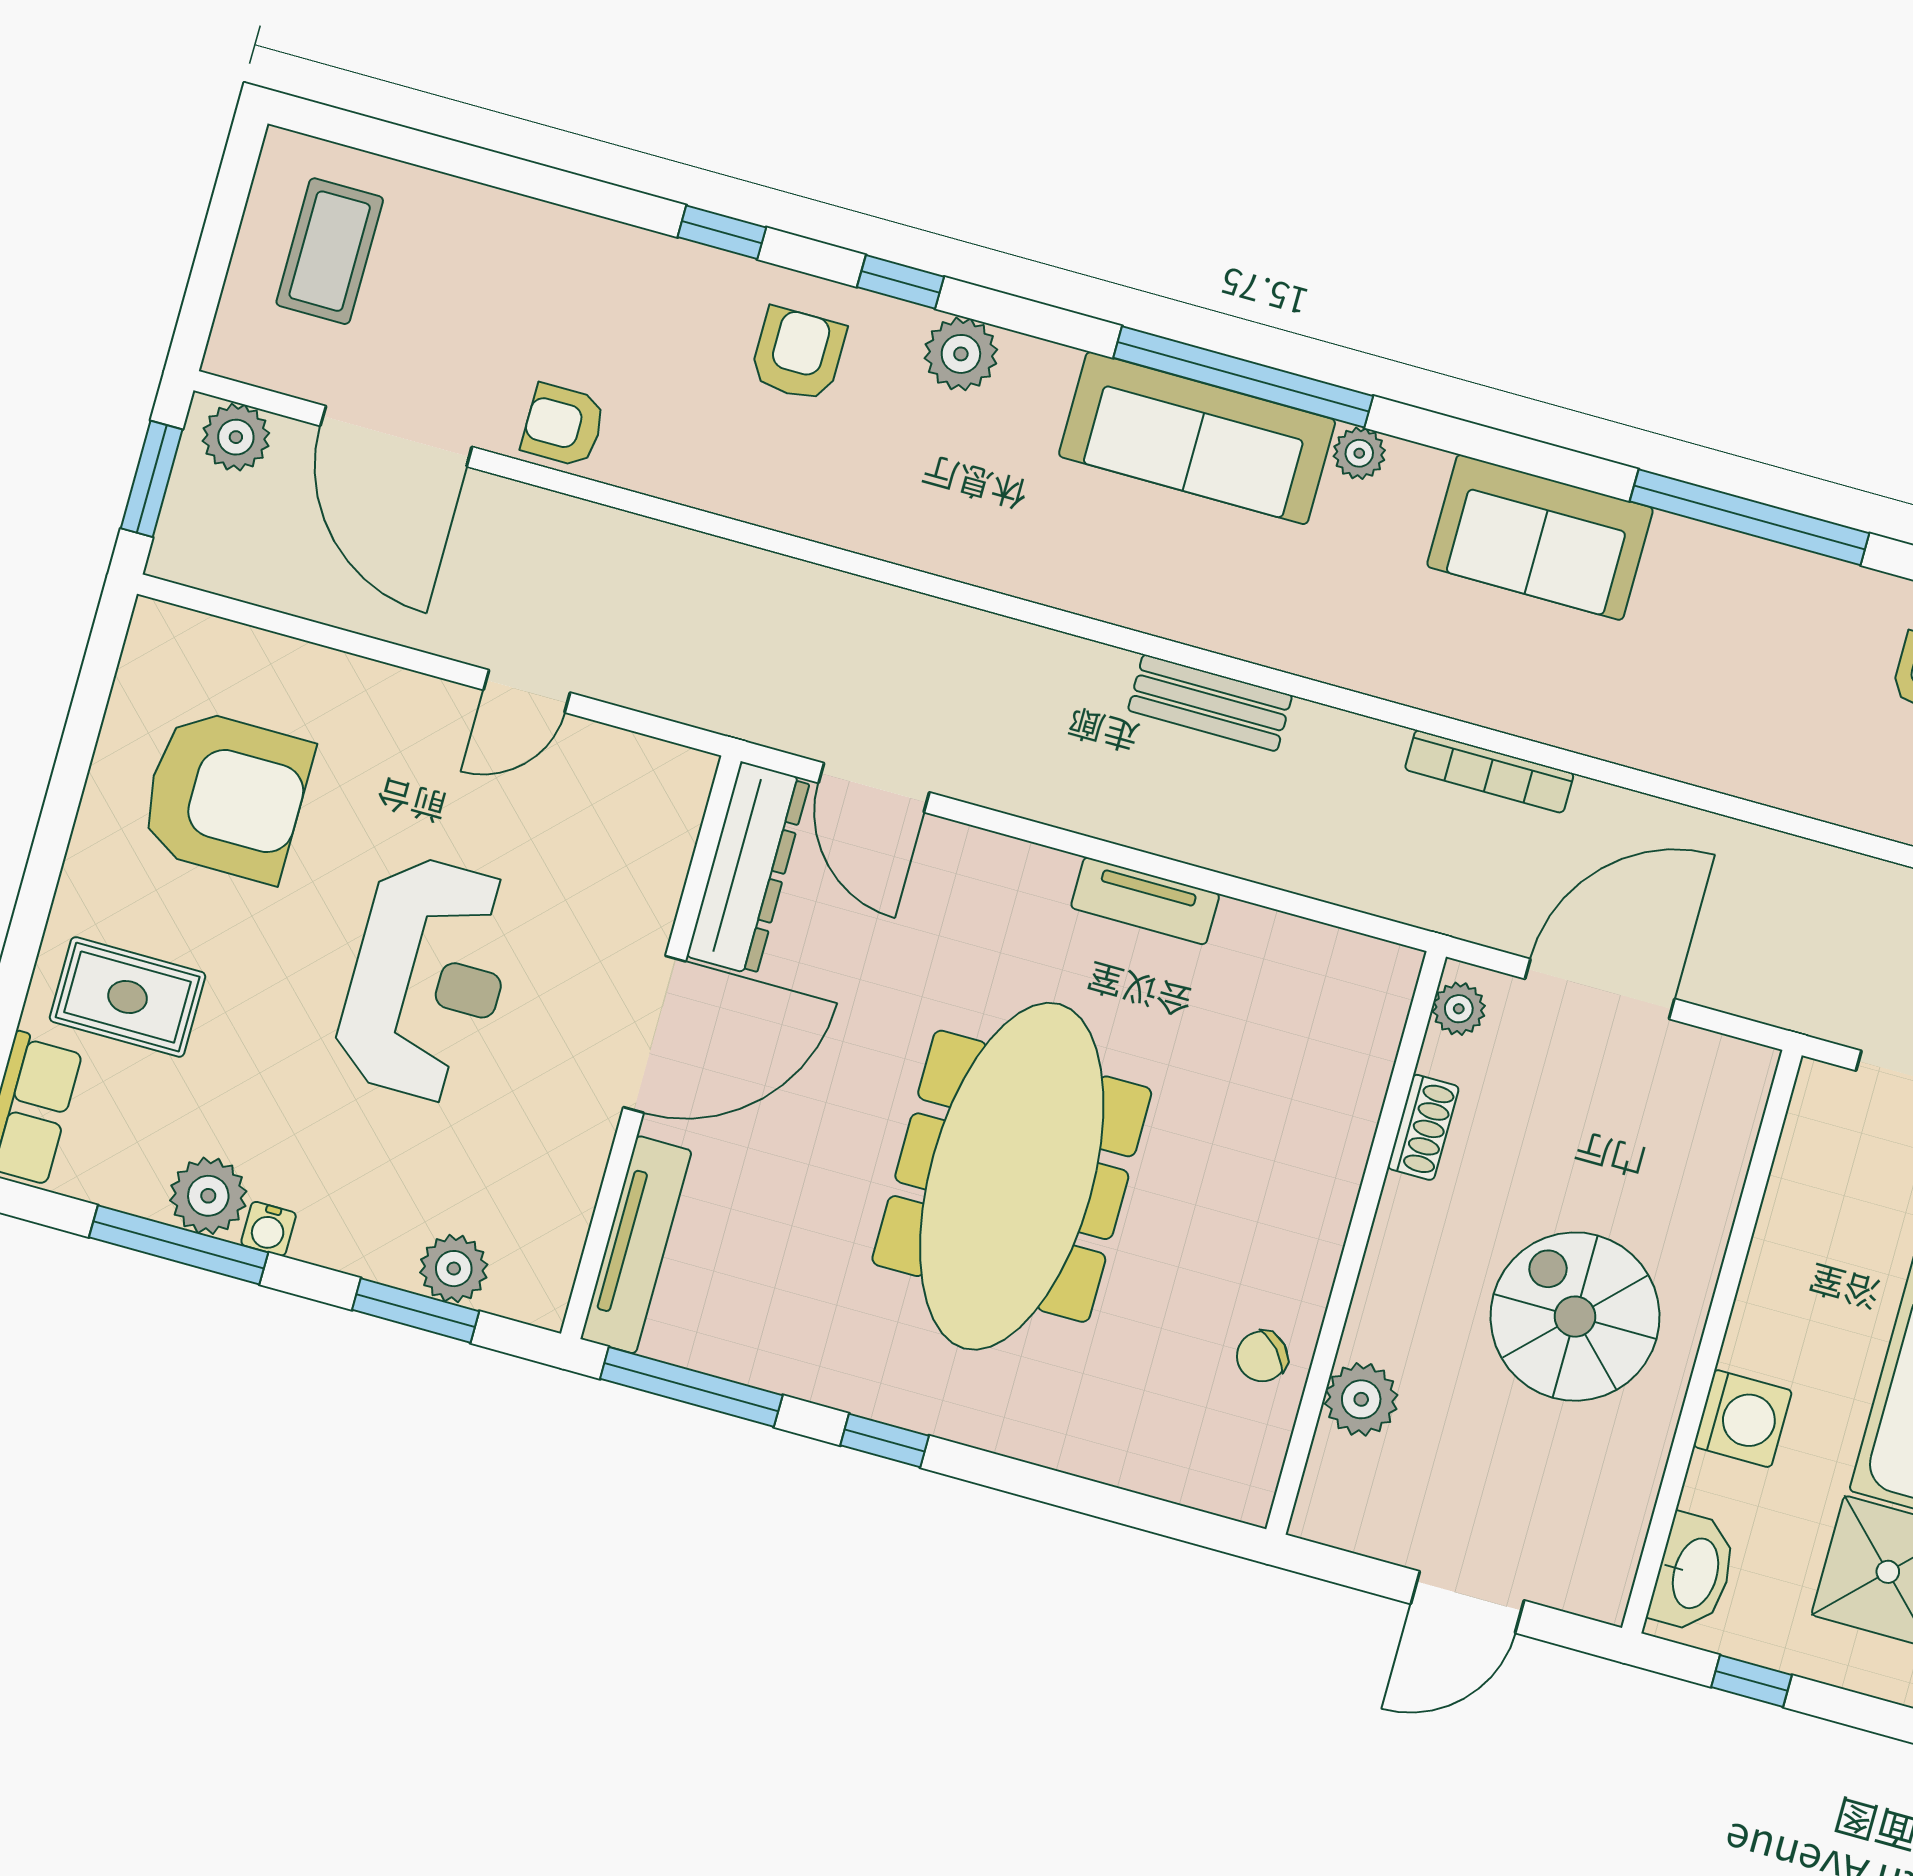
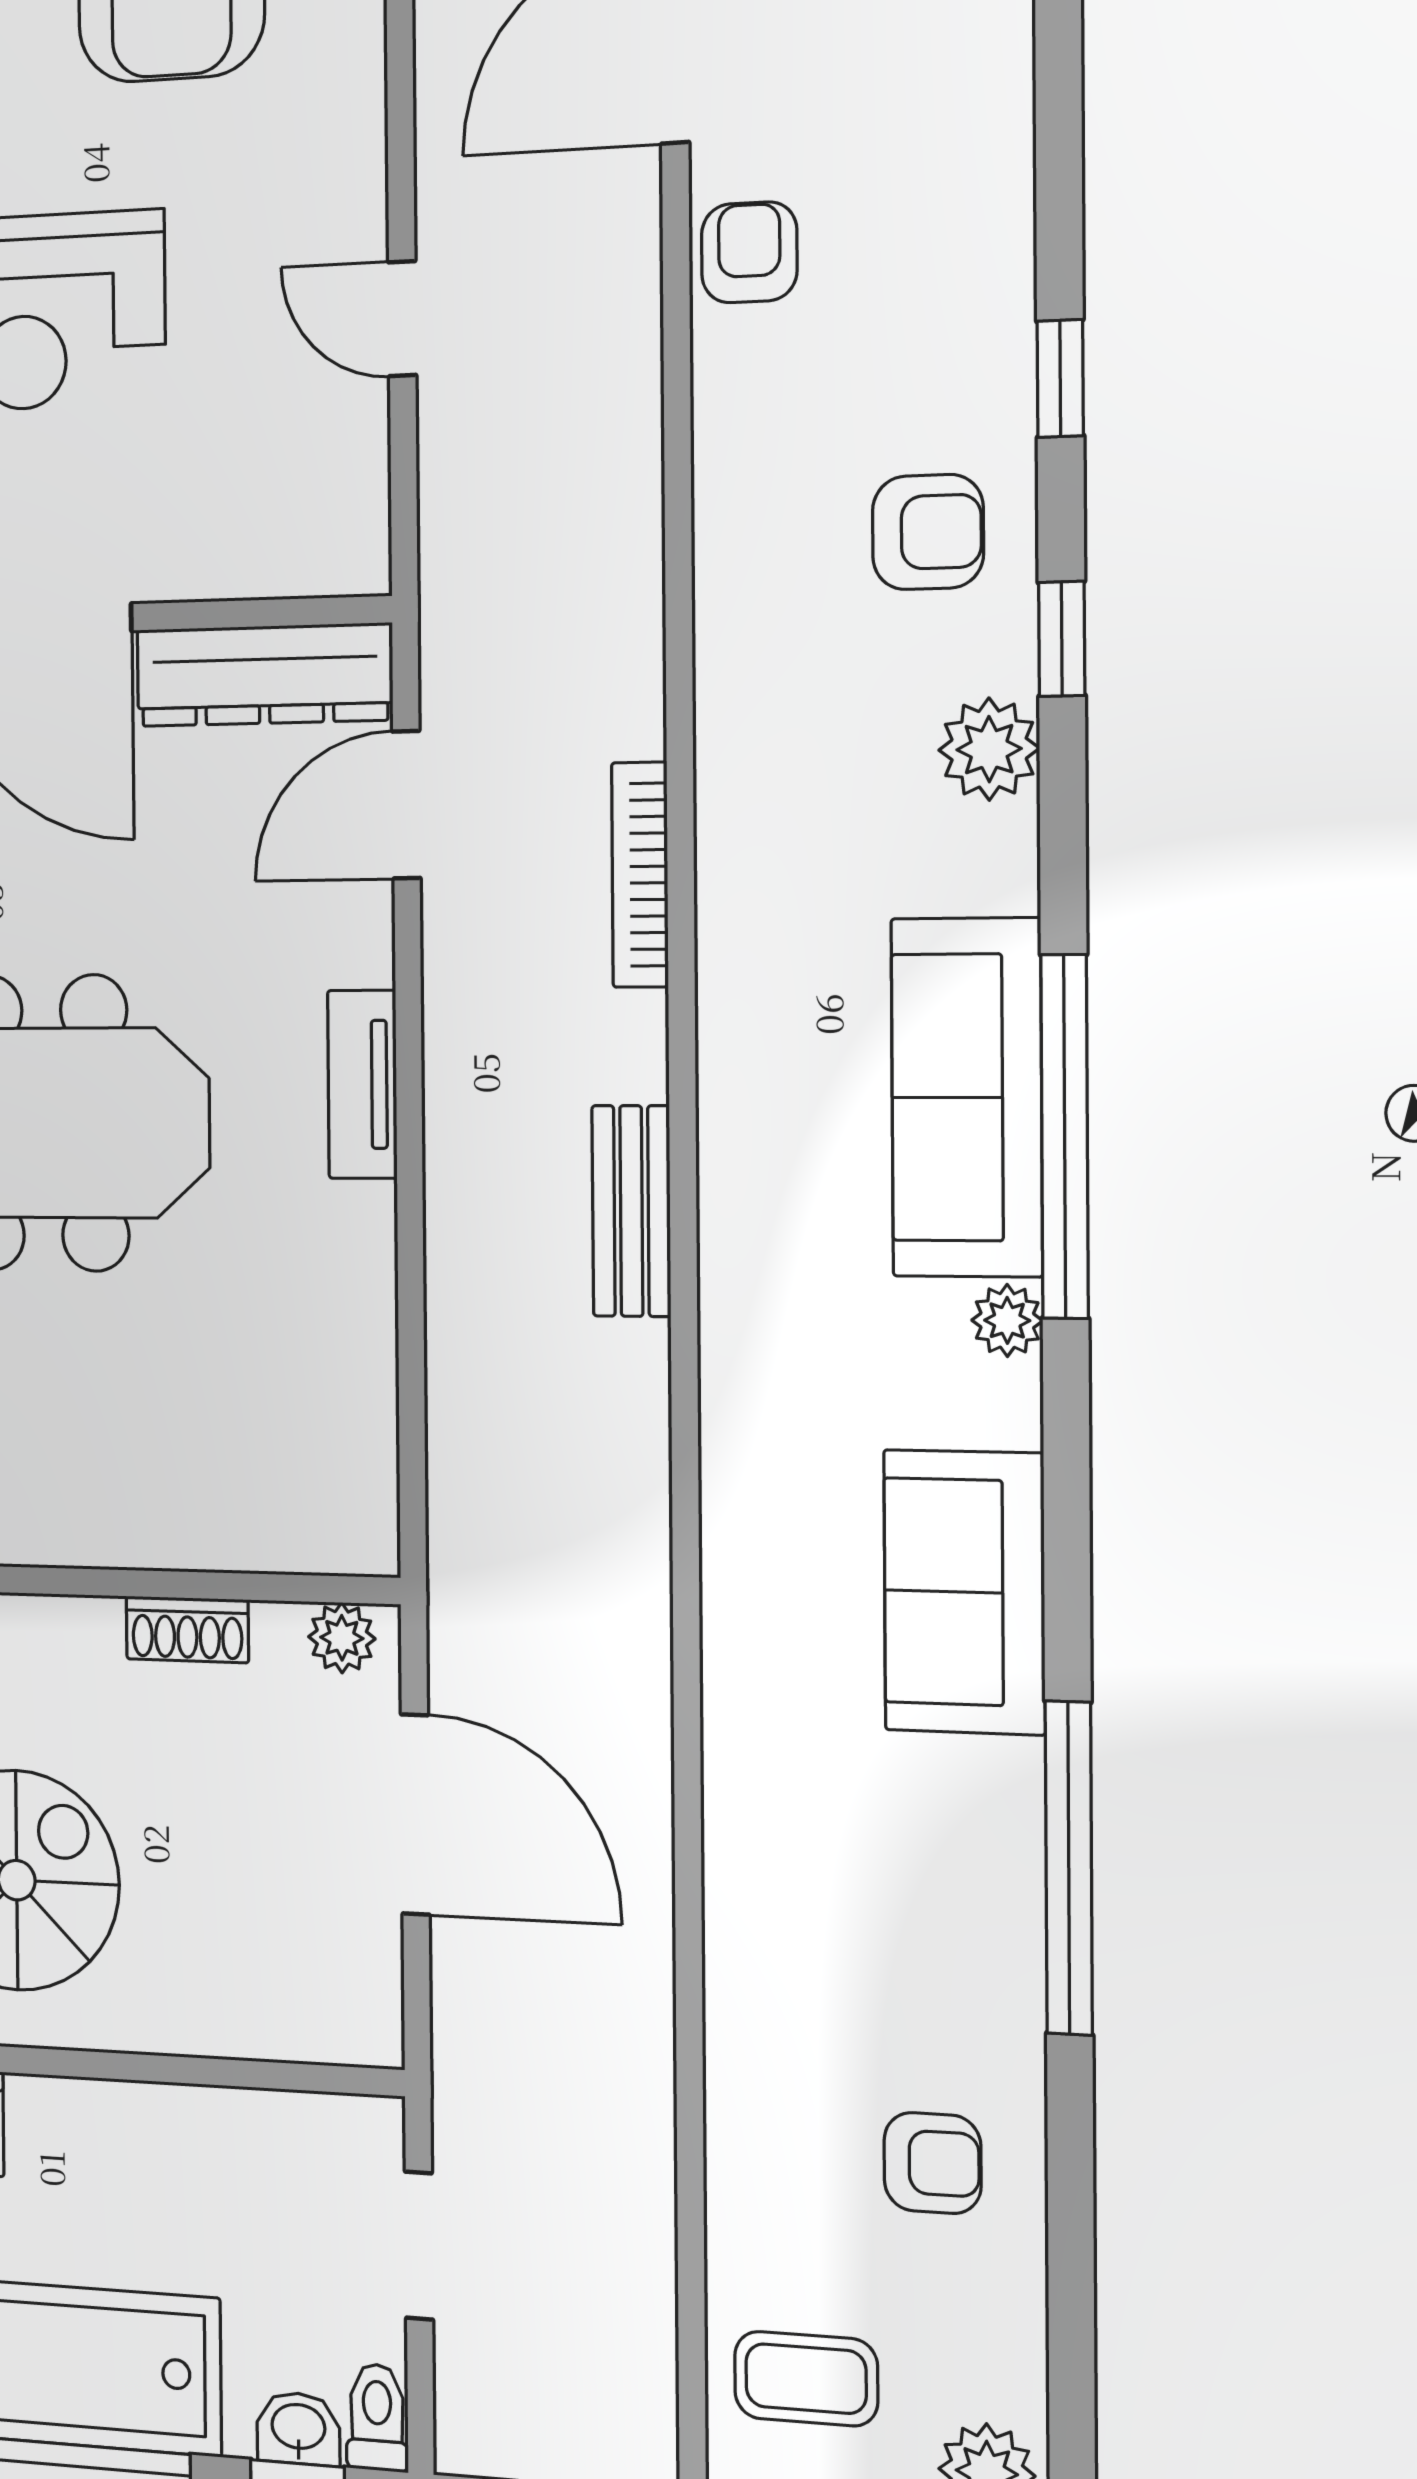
bookcase: (1489, 771) -> (640, 875), moved
tv unit: (1145, 901) -> (362, 1084), moved

